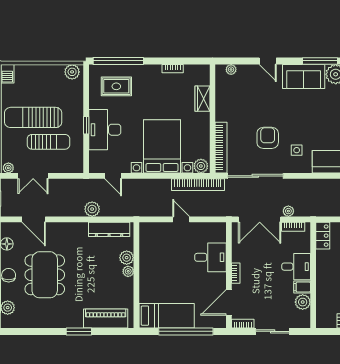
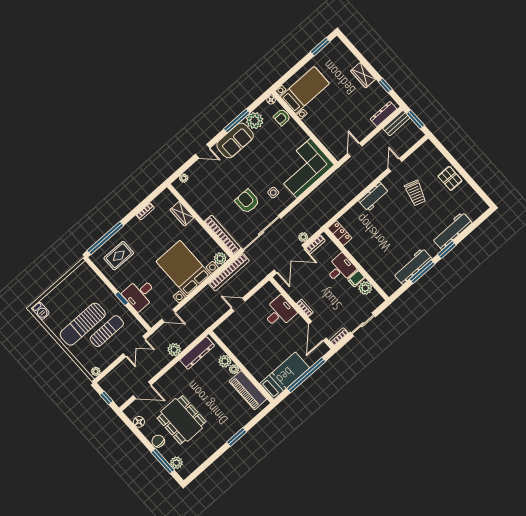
plant: (72, 72) -> (82, 272), removed
desk: (105, 130) -> (140, 294), width x0.73
double door: (33, 176) -> (134, 346), moved
piano: (106, 318) -> (248, 390), moved, turned -90

